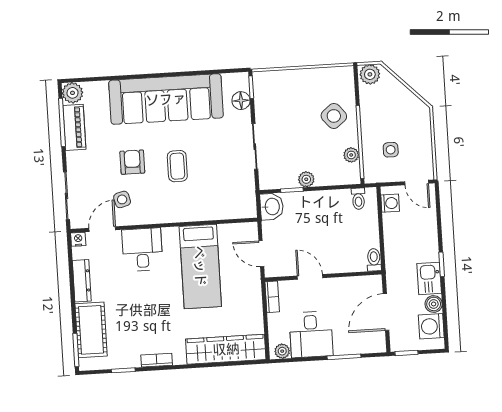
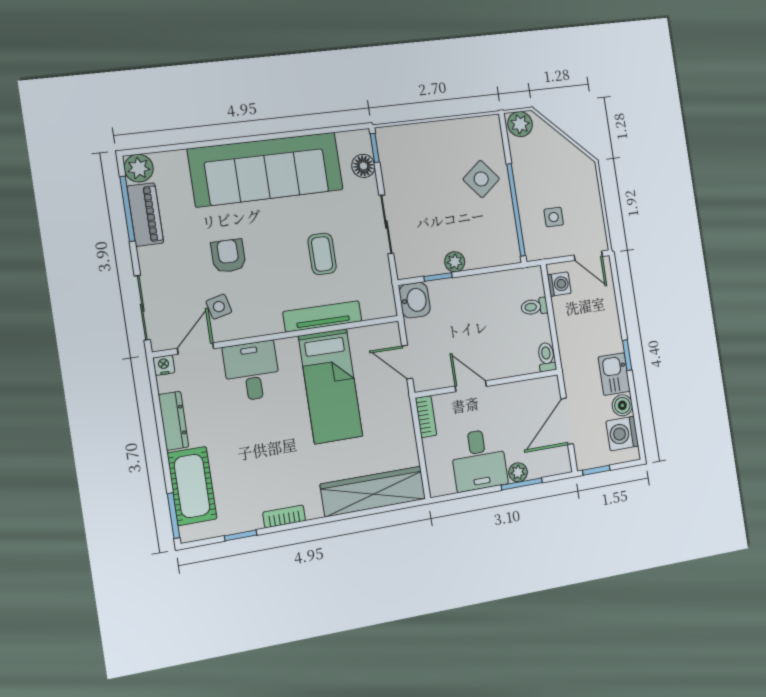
plant: (351, 155) -> (507, 227), removed
coffee table: (177, 166) -> (322, 254), moved
toilet: (358, 199) -> (534, 307), moved, turned 90
tv unit: (199, 213) -> (322, 316), added
plant: (282, 351) -> (518, 472), moved

